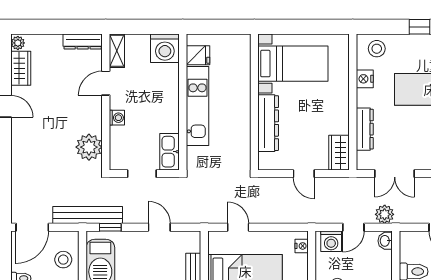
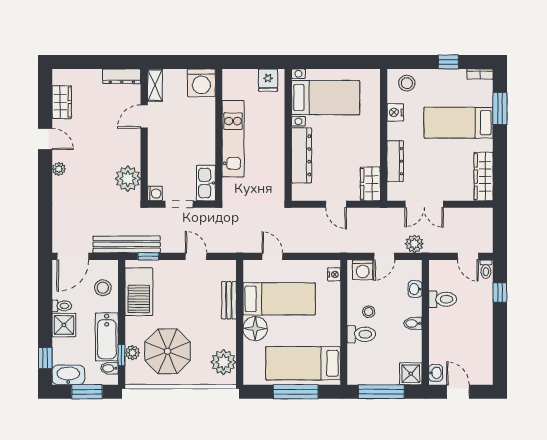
plant: (18, 43) -> (59, 169), moved
fridge: (198, 55) -> (268, 80), moved, turned 90
washing machine: (117, 118) -> (155, 193), moved
washbasin: (385, 241) -> (415, 289), moved

